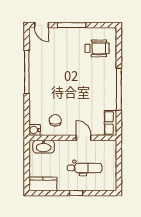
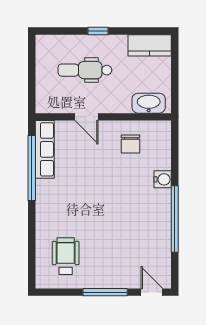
wheelchair: (97, 48) -> (66, 256), turned 90
window: (119, 89) -> (32, 168), moved
row of seats: (110, 123) -> (45, 149), width x1.48
water cooler: (35, 130) -> (163, 179), moved

